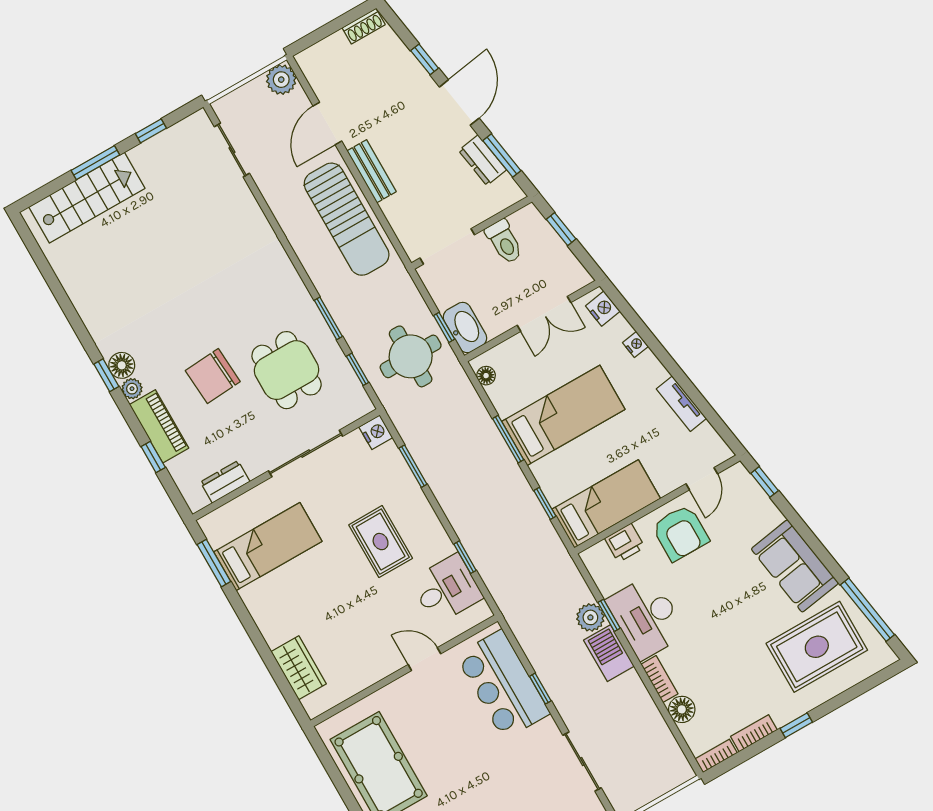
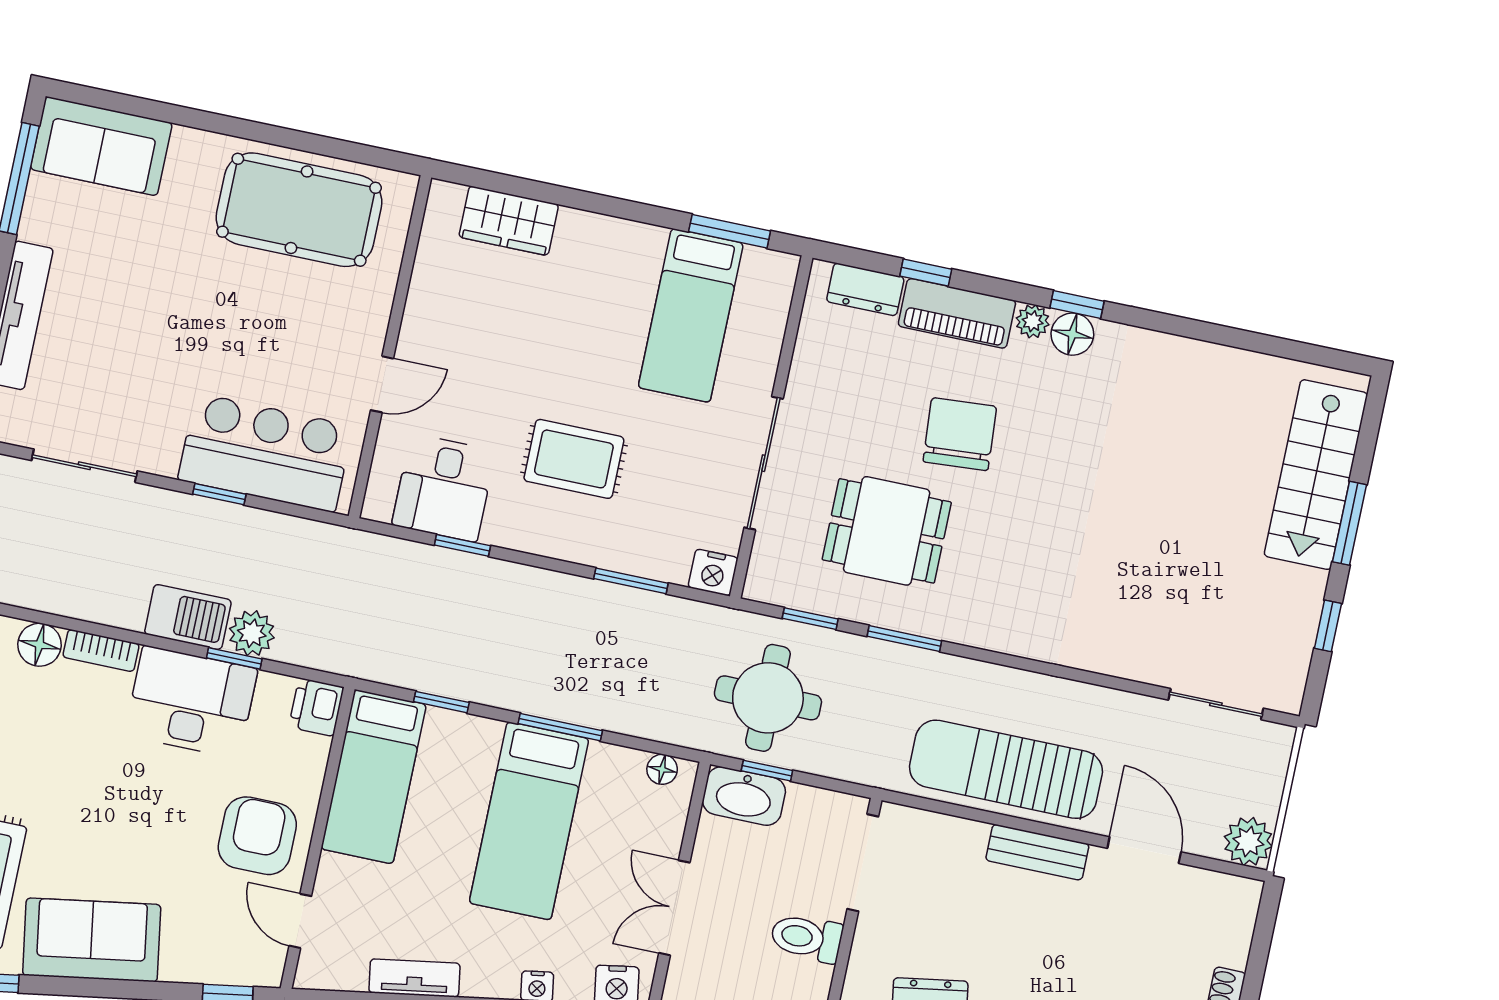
dresser: (225, 482) -> (865, 289), moved, turned 90
armchair: (680, 533) -> (257, 836), turned 90
printer: (625, 543) -> (316, 707), moved

